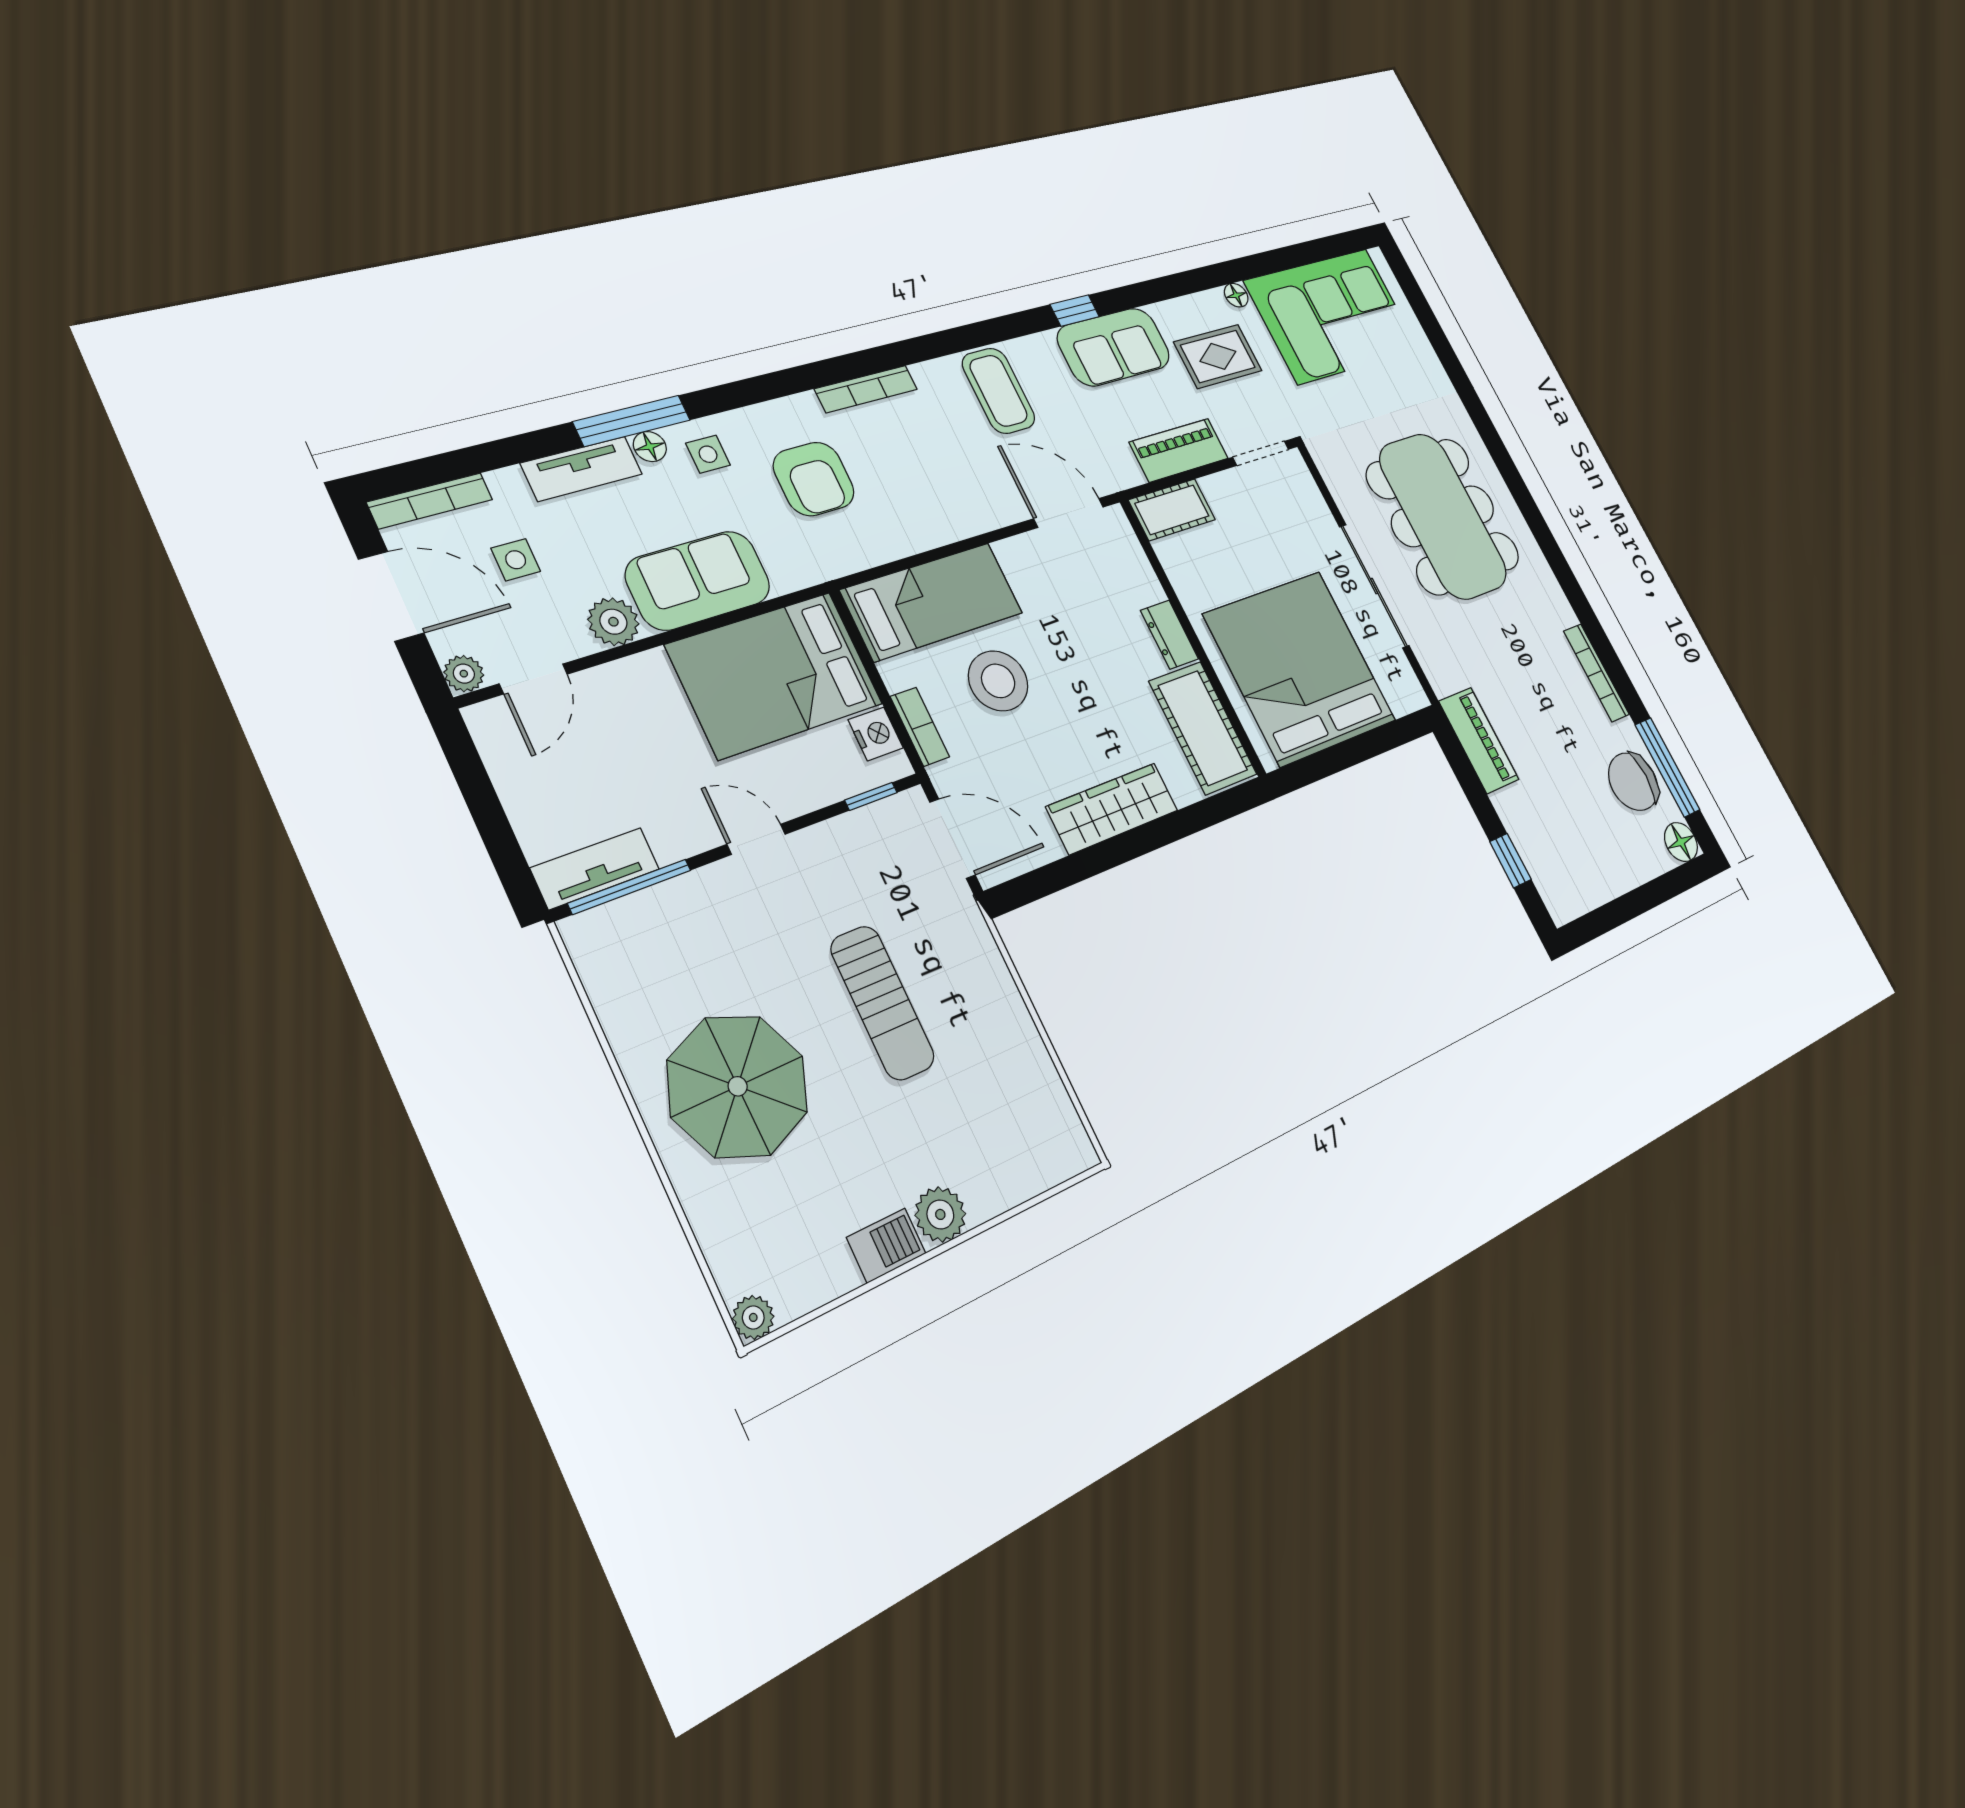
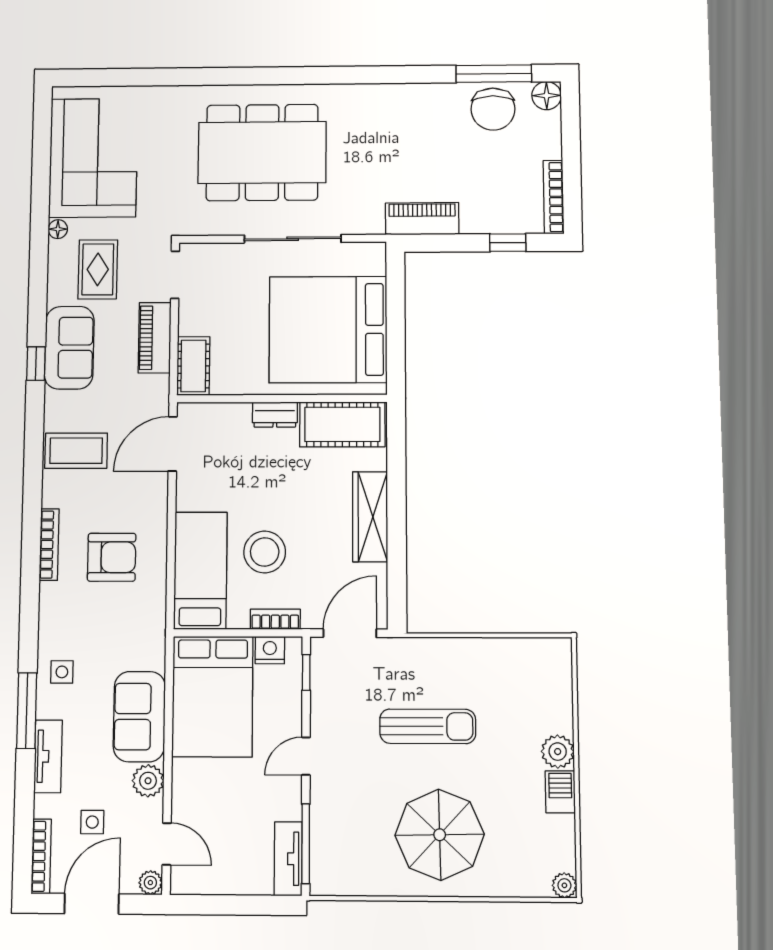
floor lamp: (650, 447) -> (46, 707), removed
armchair: (814, 479) -> (112, 557), moved
bookcase: (1596, 673) -> (554, 197), moved, turned 90

